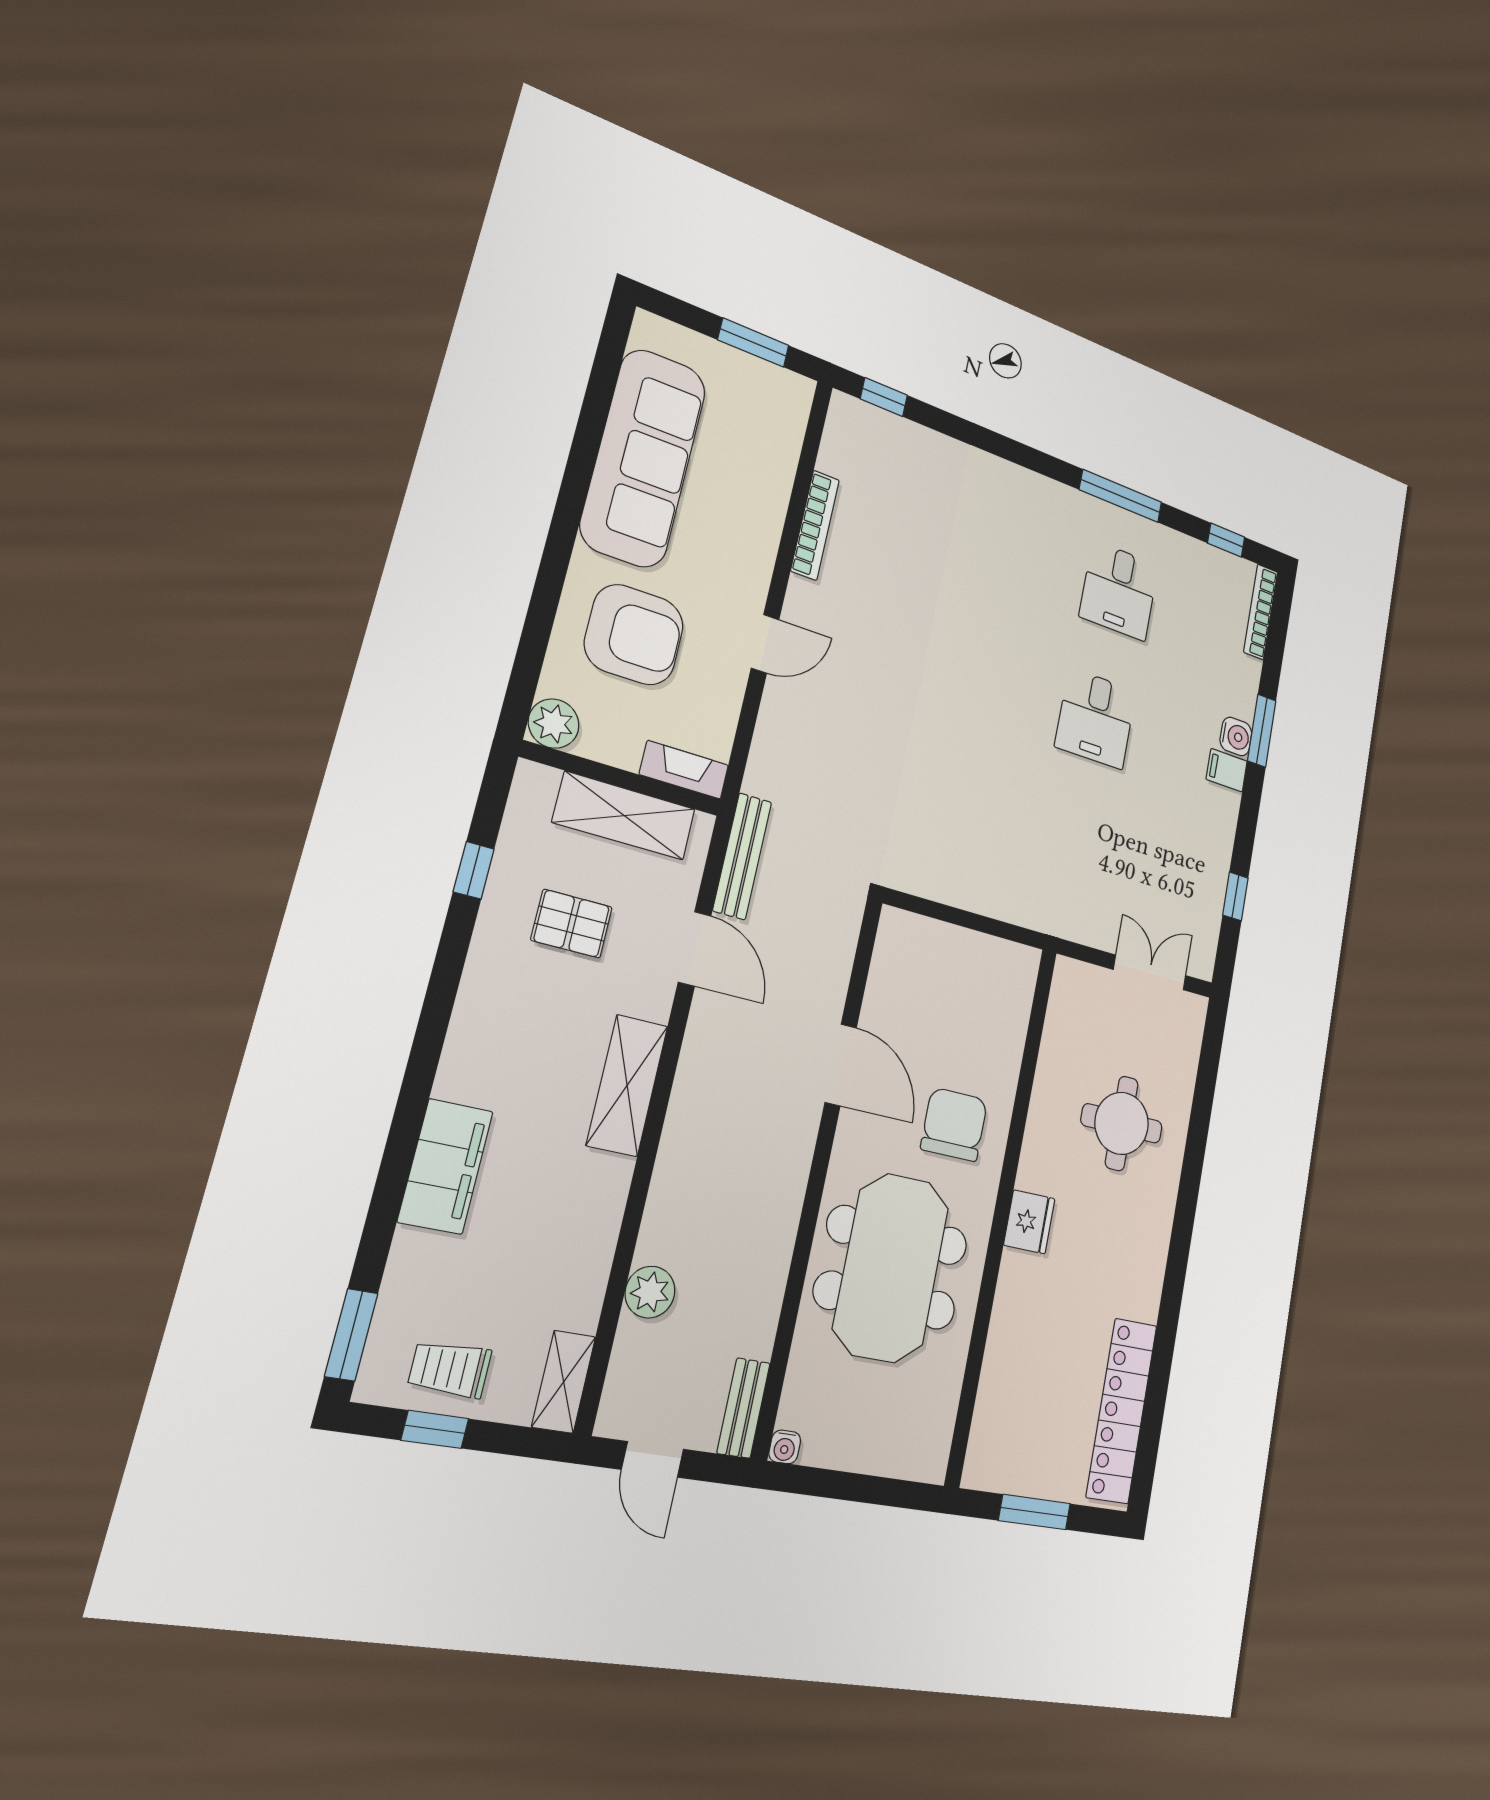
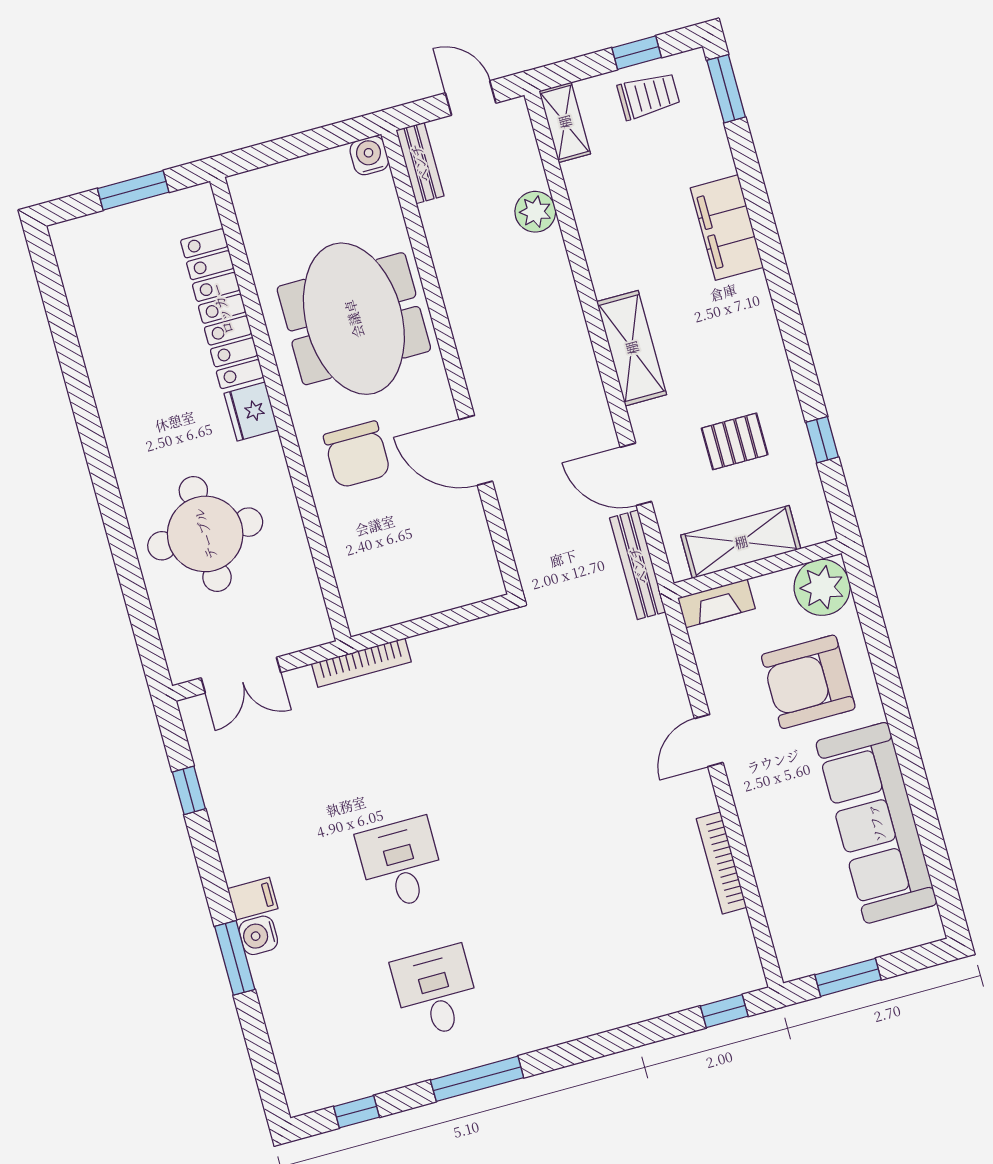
bookcase: (1261, 612) -> (361, 663), moved, turned 90
plant: (554, 724) -> (822, 587), width x1.36, depth x1.36
round table: (1122, 1123) -> (205, 534), width x1.36, depth x1.36
locker: (1122, 1410) -> (222, 309), moved, turned 180
water cooler: (785, 1447) -> (369, 156), width x1.38, depth x1.38

